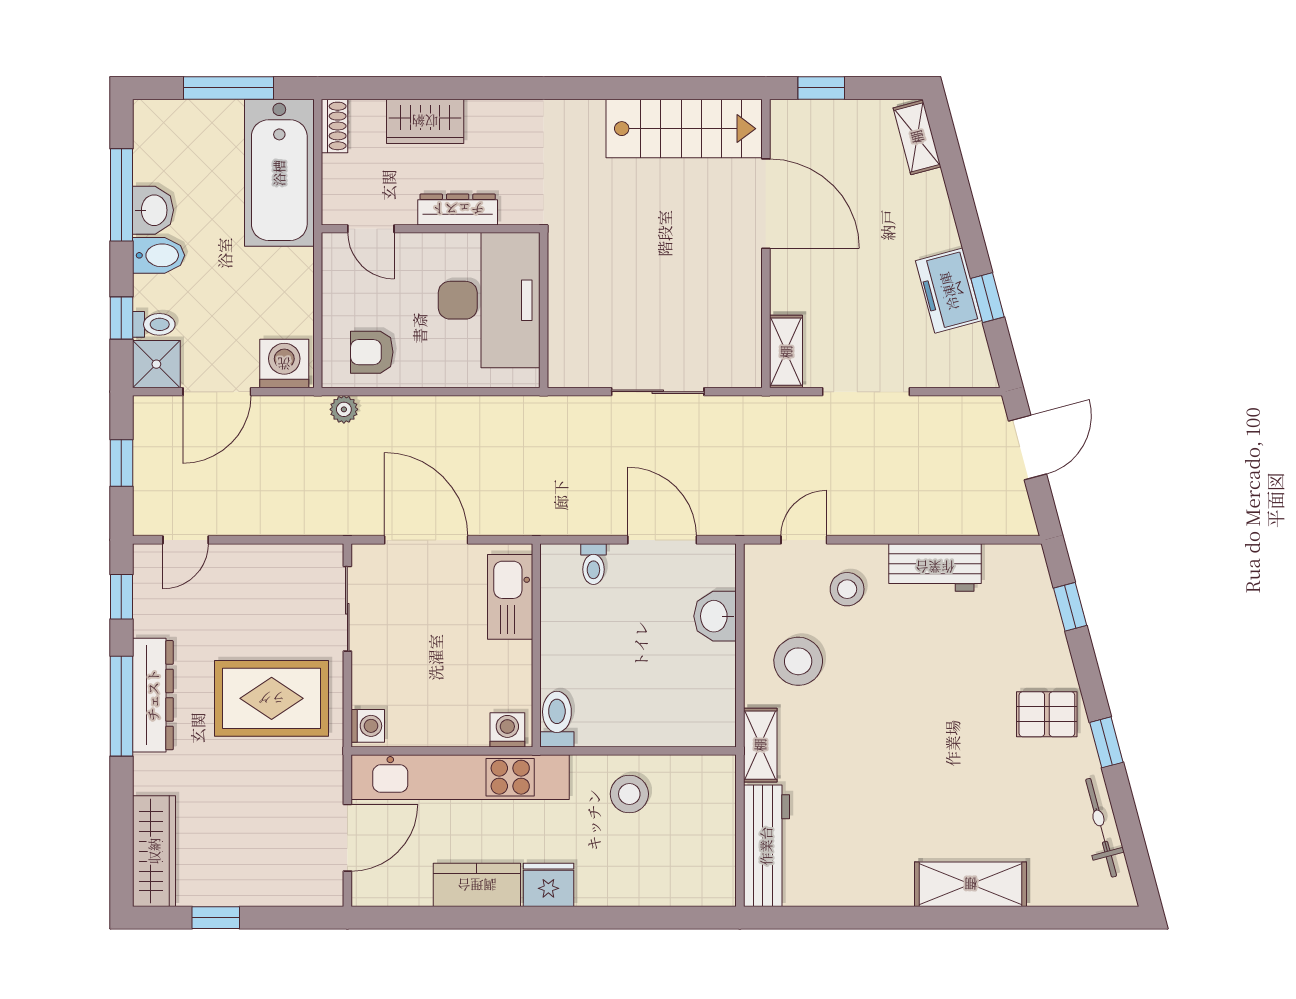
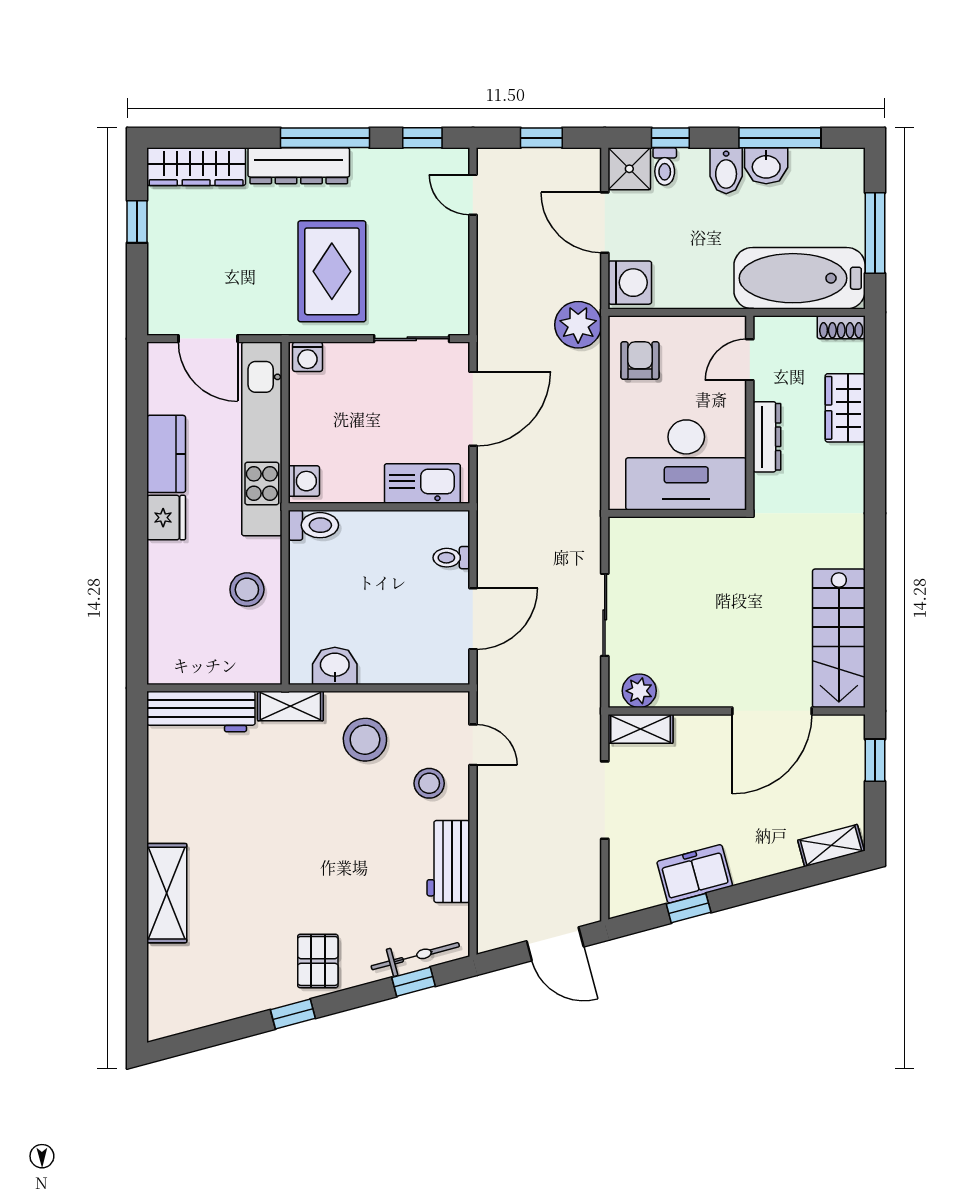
plant: (743, 353) -> (639, 691), added
plant: (344, 409) -> (578, 325), width x1.88, depth x1.88
washbasin: (715, 616) -> (335, 666), moved
dresser: (153, 695) -> (299, 166), moved
bicycle: (1101, 828) -> (415, 956), moved

